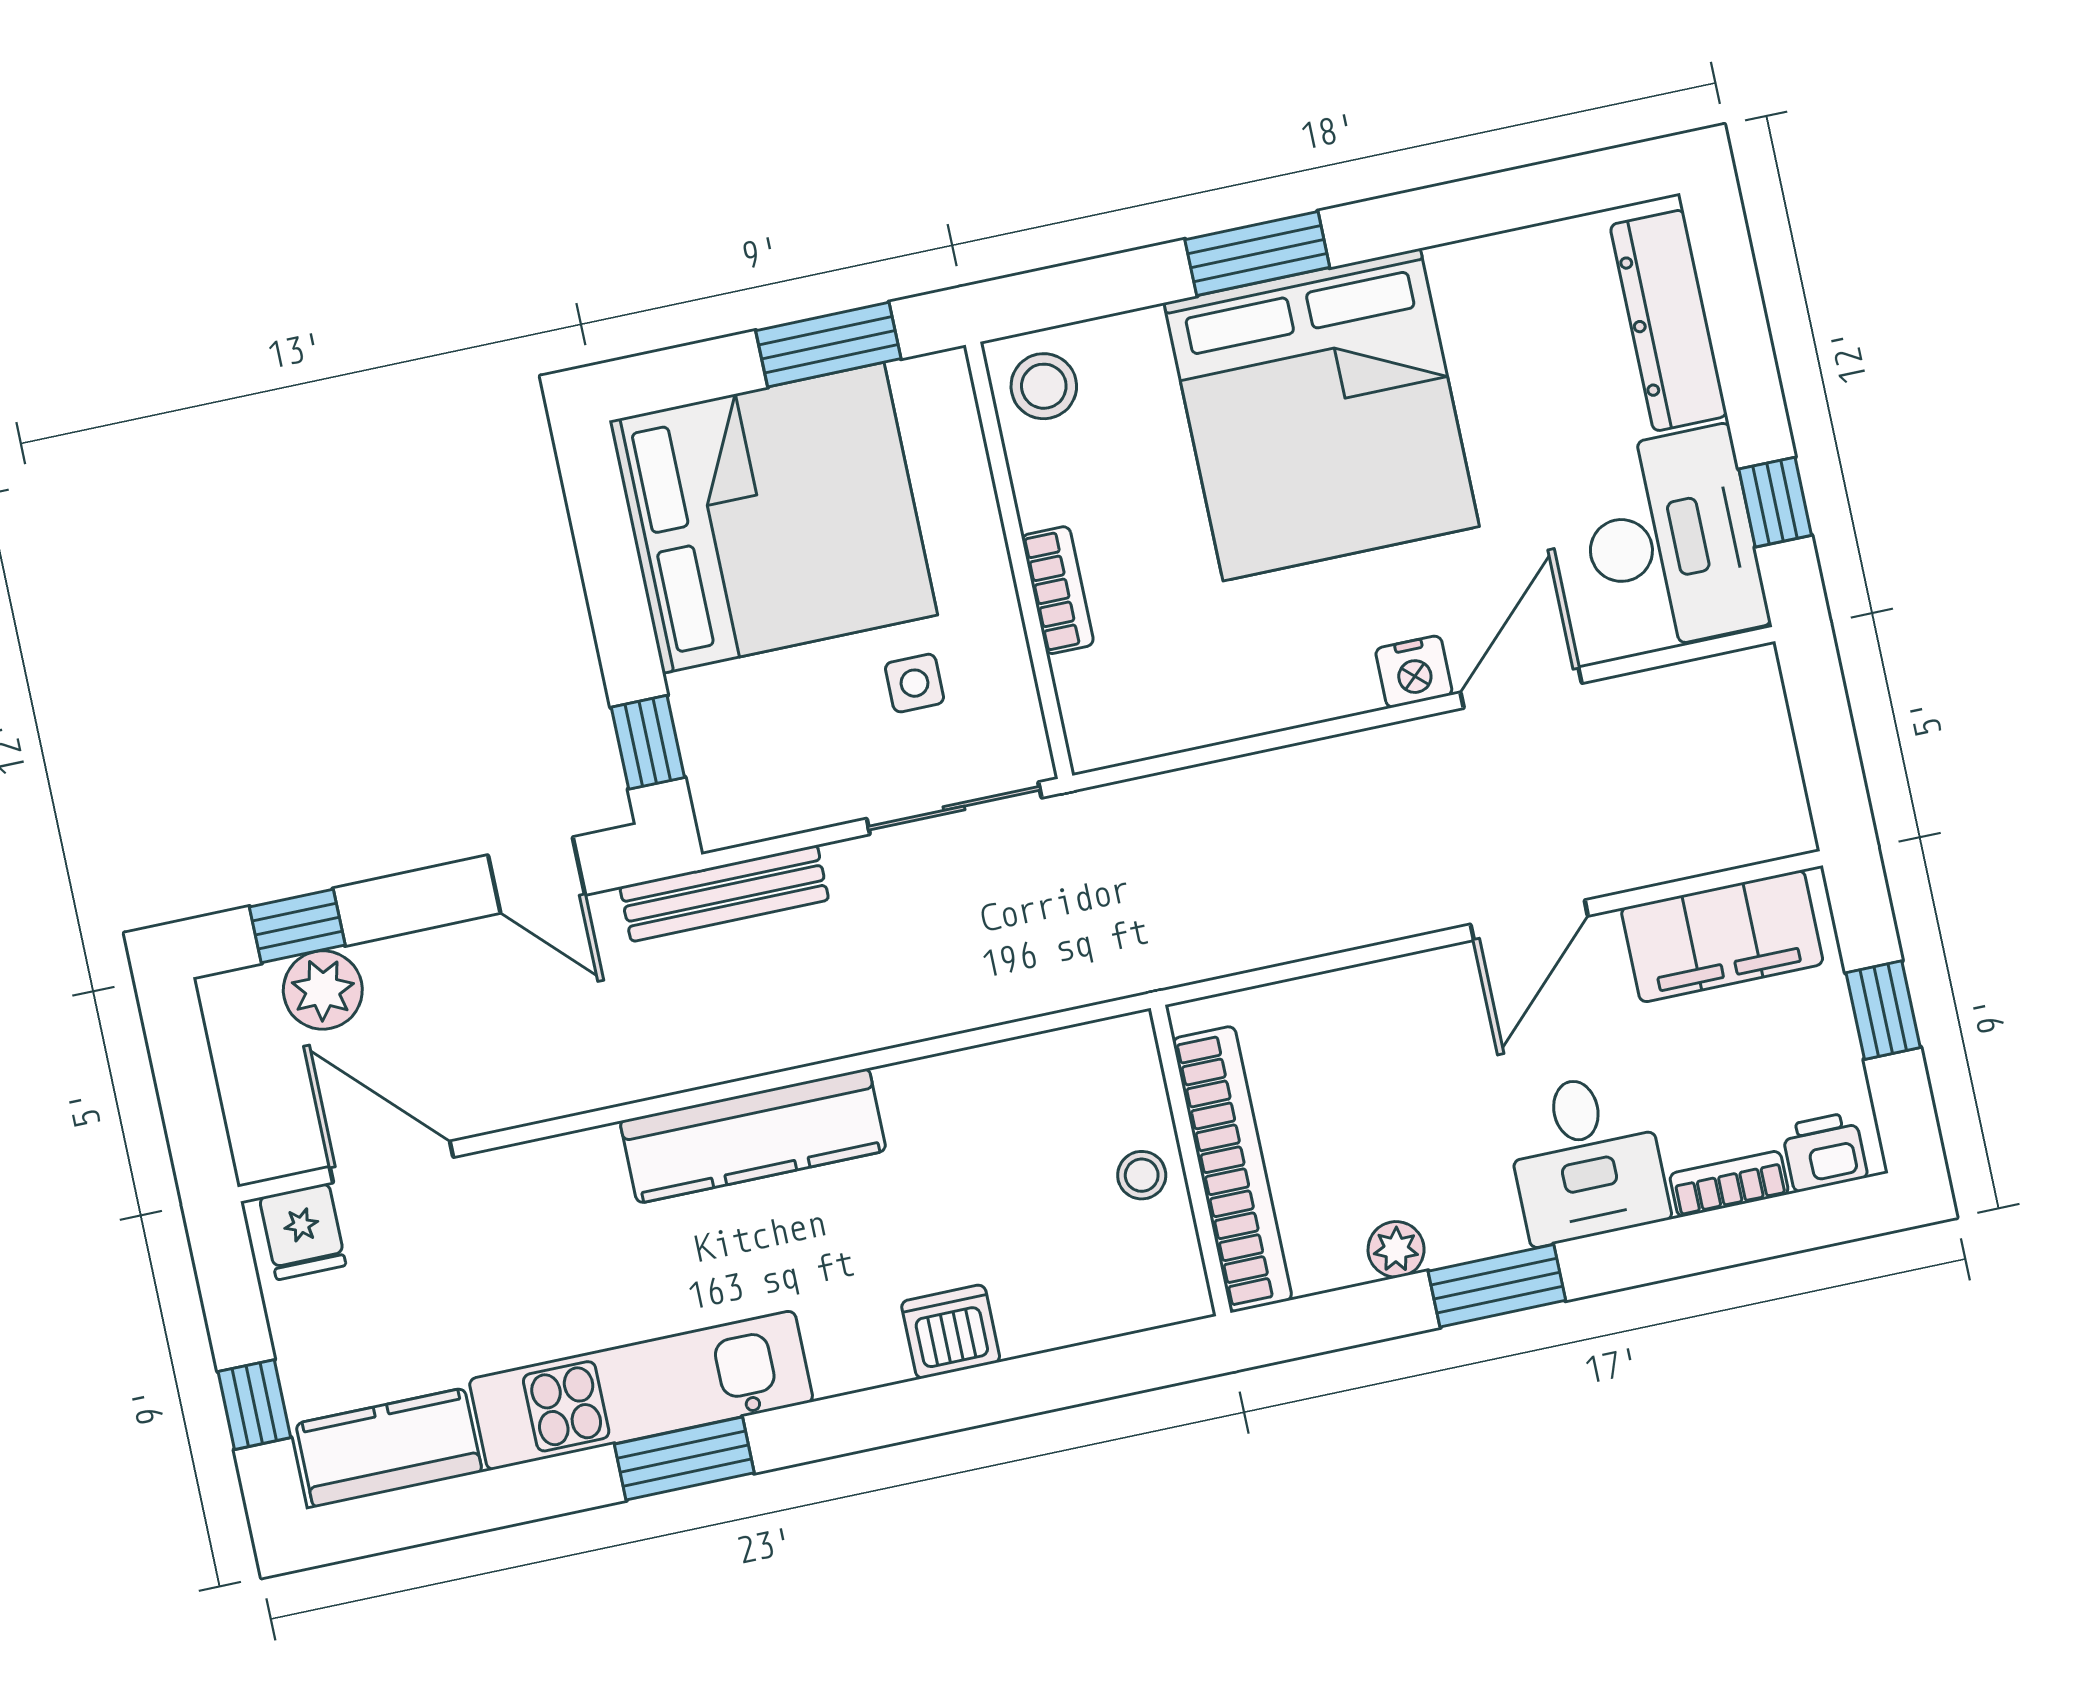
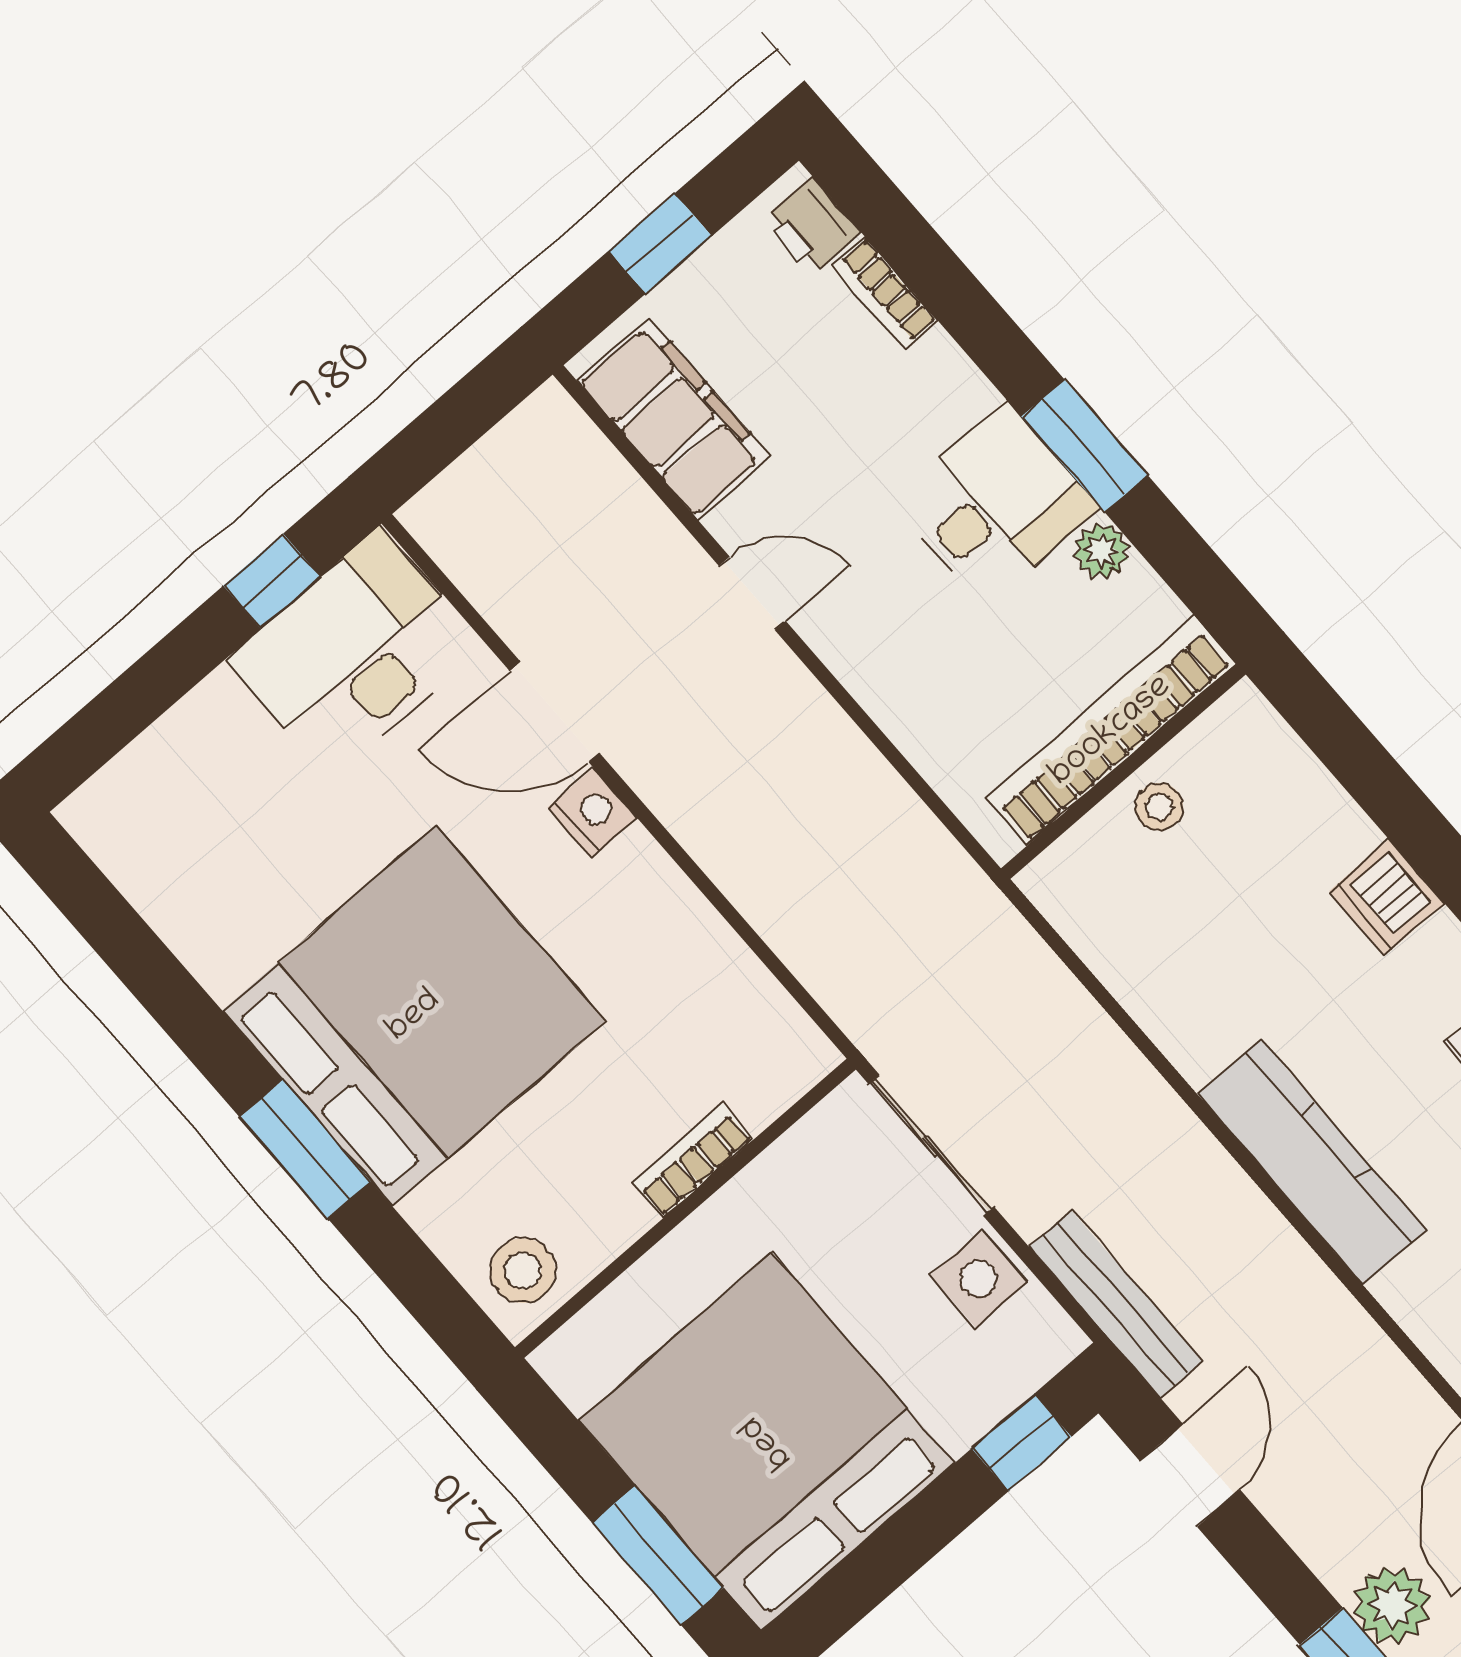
dresser: (1669, 320) -> (166, 761), removed
window: (828, 345) -> (658, 1555), moved
side table: (915, 683) -> (979, 1279), moved, width x1.37, depth x1.37
door: (1529, 920) -> (752, 593), width x0.73
desk: (1586, 1158) -> (995, 504), moved

